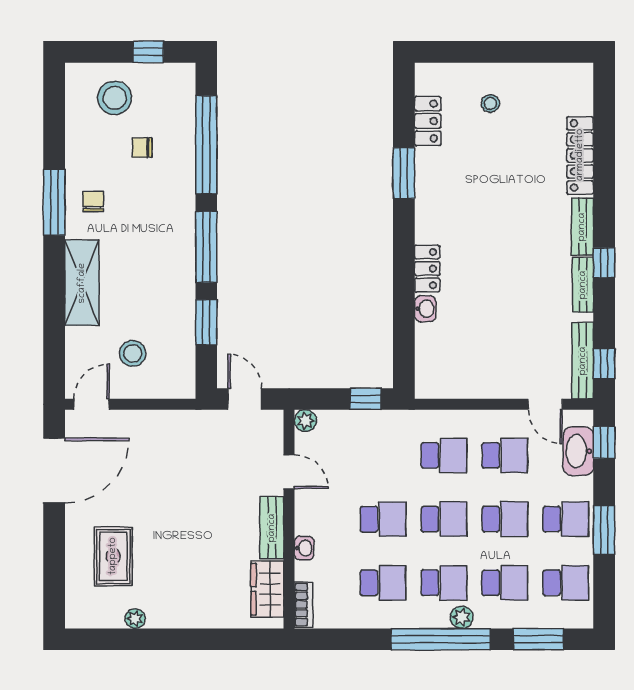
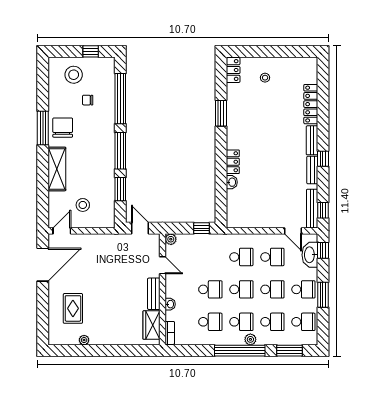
locker: (428, 121) -> (233, 70), moved
chair: (93, 201) -> (63, 128), width x1.87, depth x1.87

